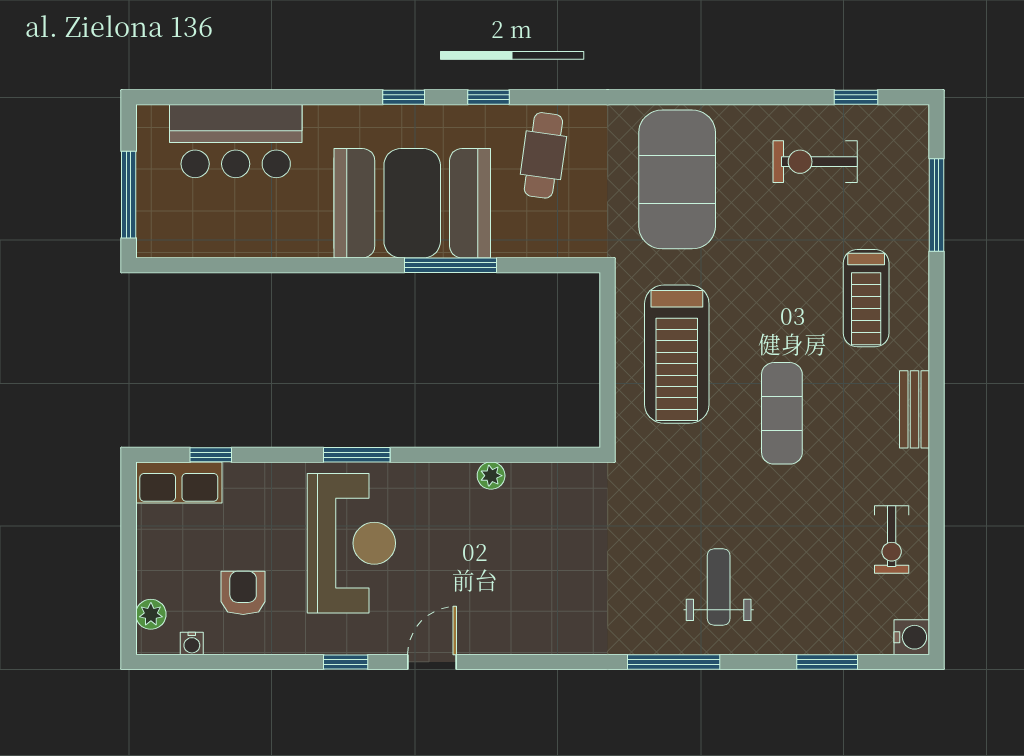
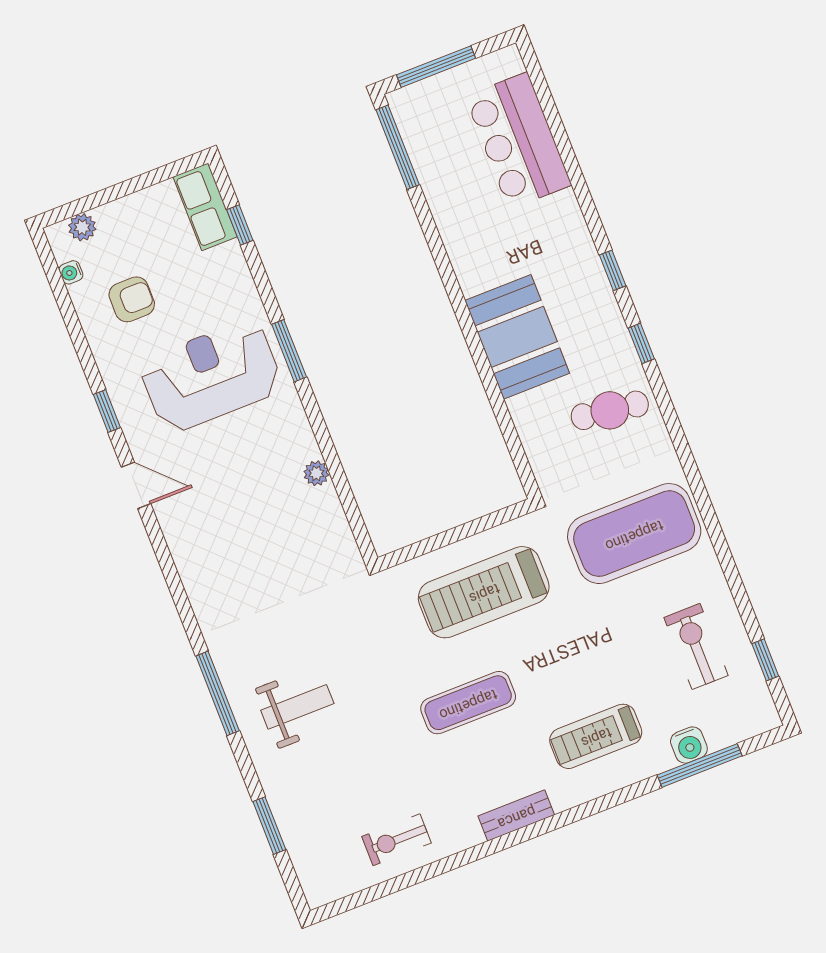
booth: (412, 203) -> (517, 337), width x0.73, depth x0.70
window: (451, 265) -> (398, 147), moved
reception desk: (351, 543) -> (211, 376), turned 180
water cooler: (912, 637) -> (689, 745), moved

